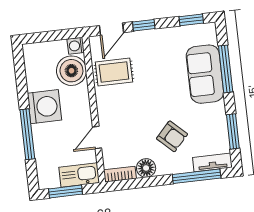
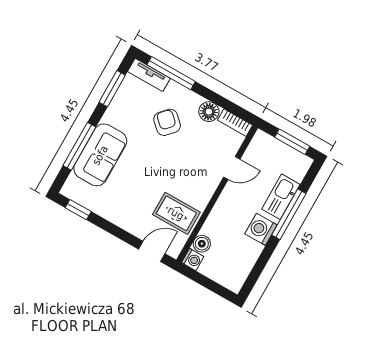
window: (144, 25) -> (122, 235), removed
boiler: (71, 71) -> (202, 244), width x0.54, depth x0.54
washing machine: (44, 107) -> (261, 229), width x0.73, depth x0.73
kitchen sink: (79, 175) -> (281, 197), moved, turned 90

